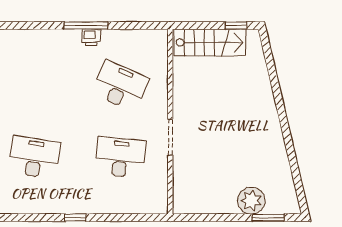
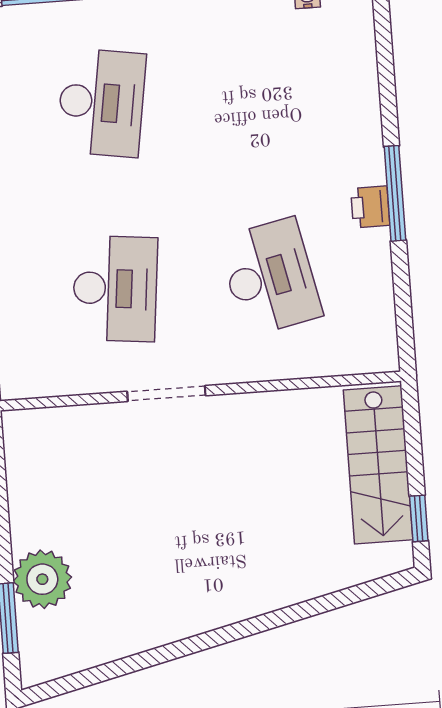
desk: (120, 86) -> (270, 277), turned -36

